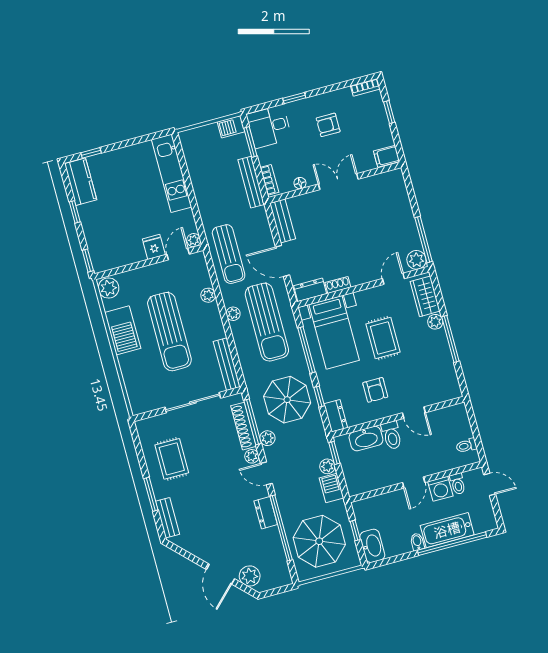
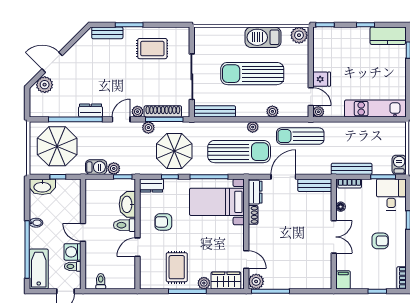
armchair: (328, 125) -> (380, 241), turned 90
sun lounger: (267, 322) -> (239, 152), turned 180
rug: (383, 338) -> (177, 267), moved, turned 90
bathtub: (447, 530) -> (39, 269), moved

